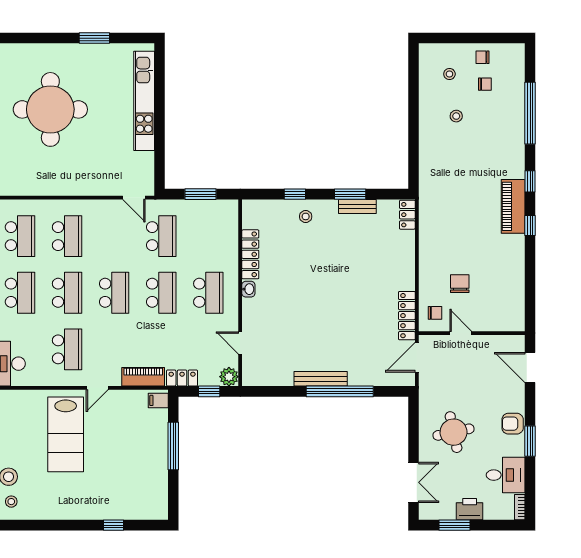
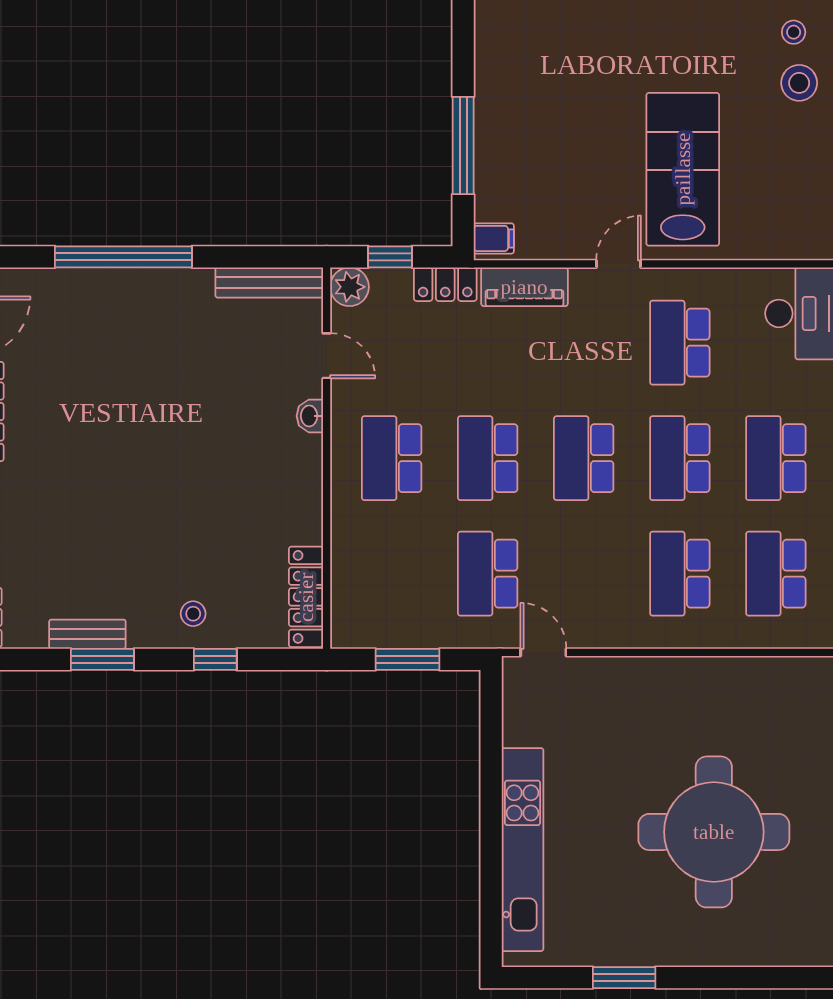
locker: (250, 254) -> (306, 597), moved
washbasin: (248, 289) -> (310, 416), moved
bench: (321, 379) -> (269, 283), moved

